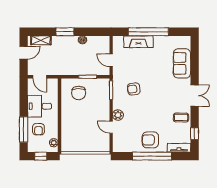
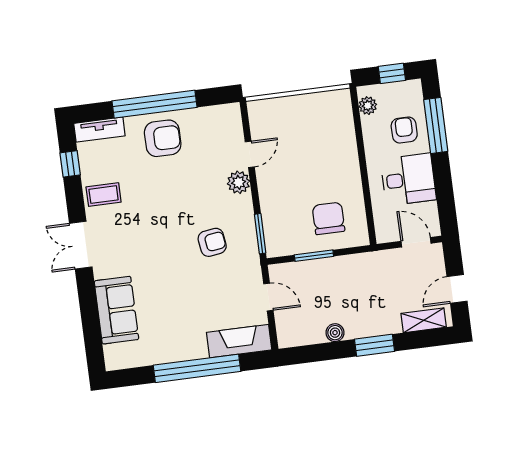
fireplace: (138, 42) -> (239, 341), moved
door: (111, 127) -> (250, 154), hinge flipped

